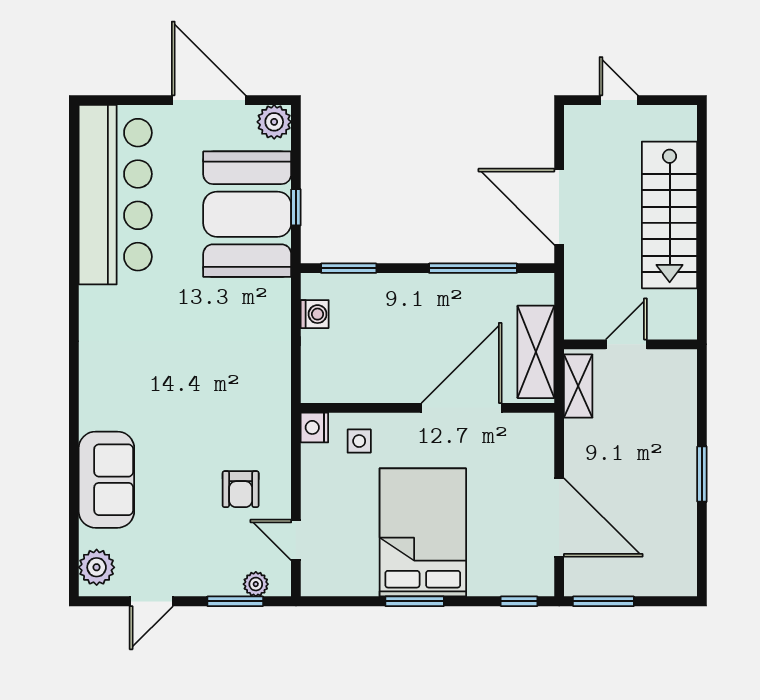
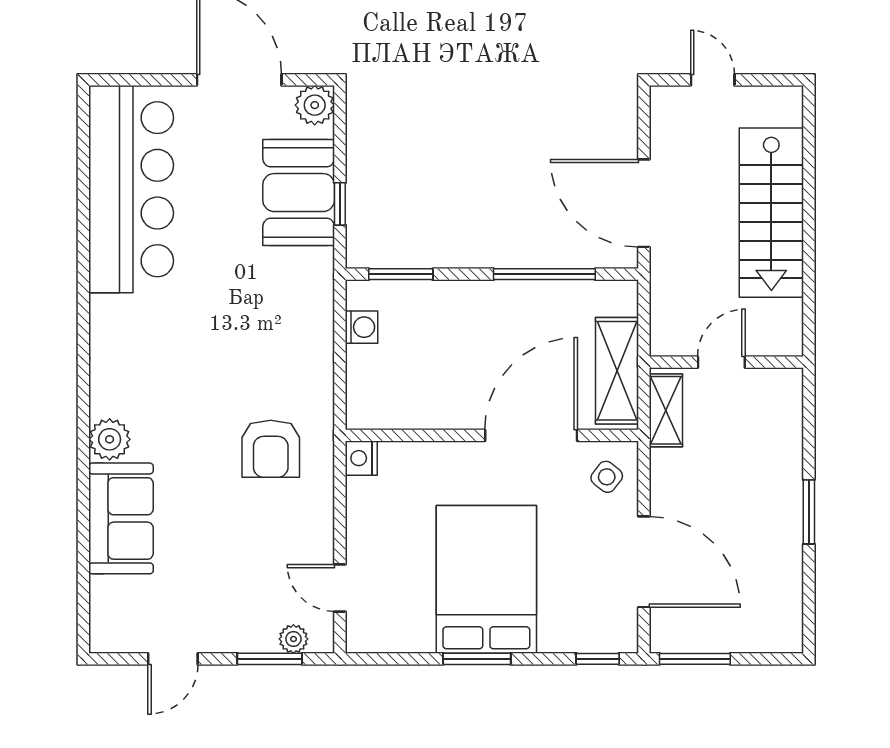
booth: (247, 214) -> (299, 193), width x0.73, depth x0.70
side table: (359, 441) -> (607, 477), moved, turned 38
armchair: (241, 489) -> (271, 449), moved, width x1.38, depth x1.38
plant: (97, 567) -> (110, 439), moved

